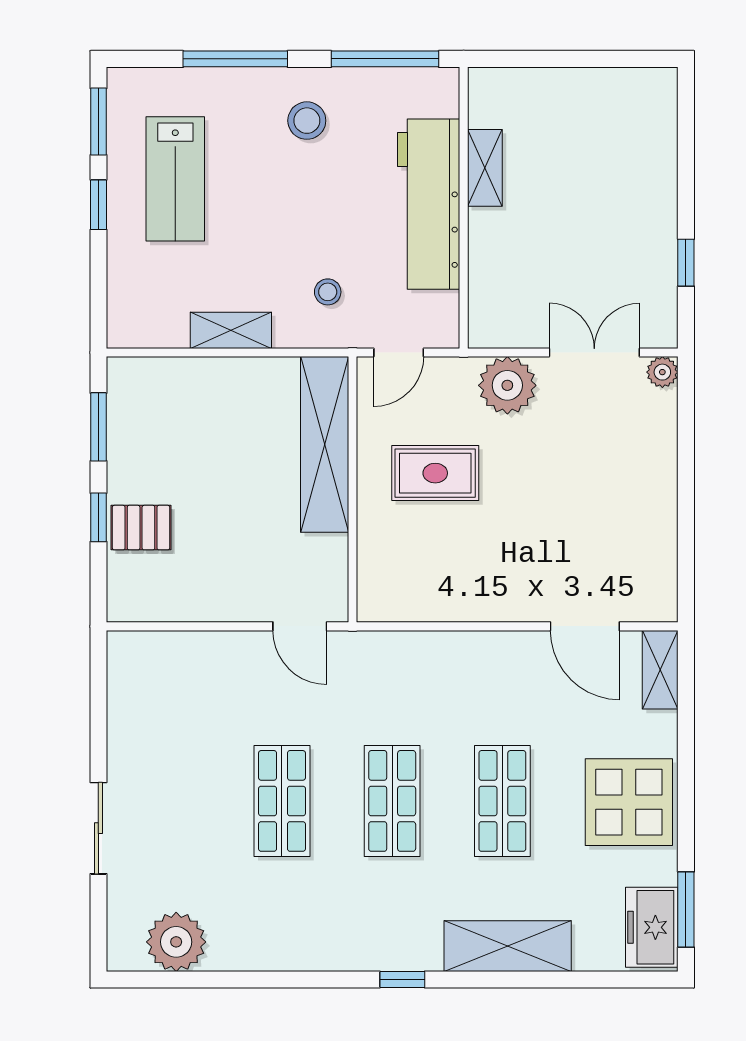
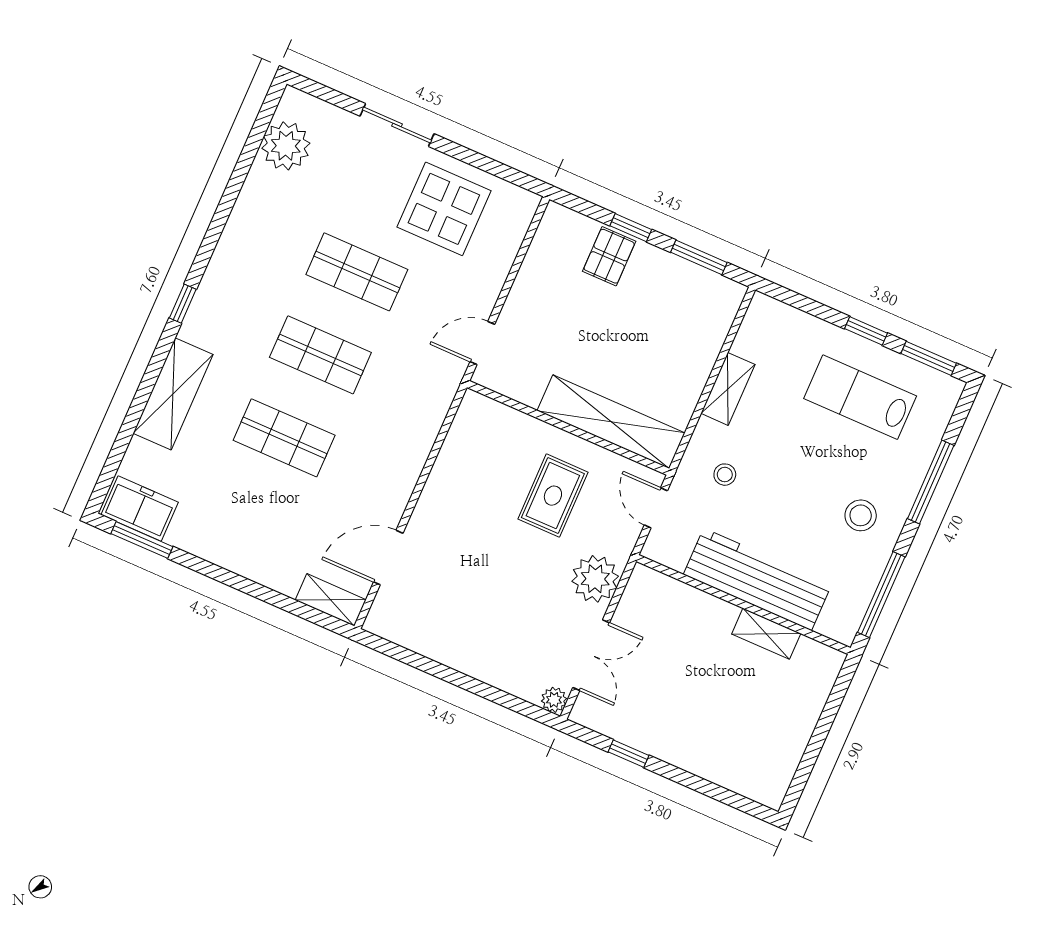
display table: (629, 802) -> (444, 209), moved

